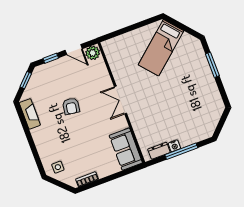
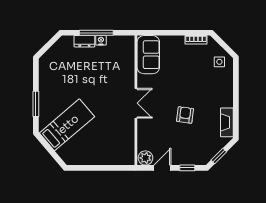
bed: (161, 48) -> (67, 125), moved
door: (74, 50) -> (162, 168), hinge flipped
dresser: (159, 151) -> (84, 41), moved

